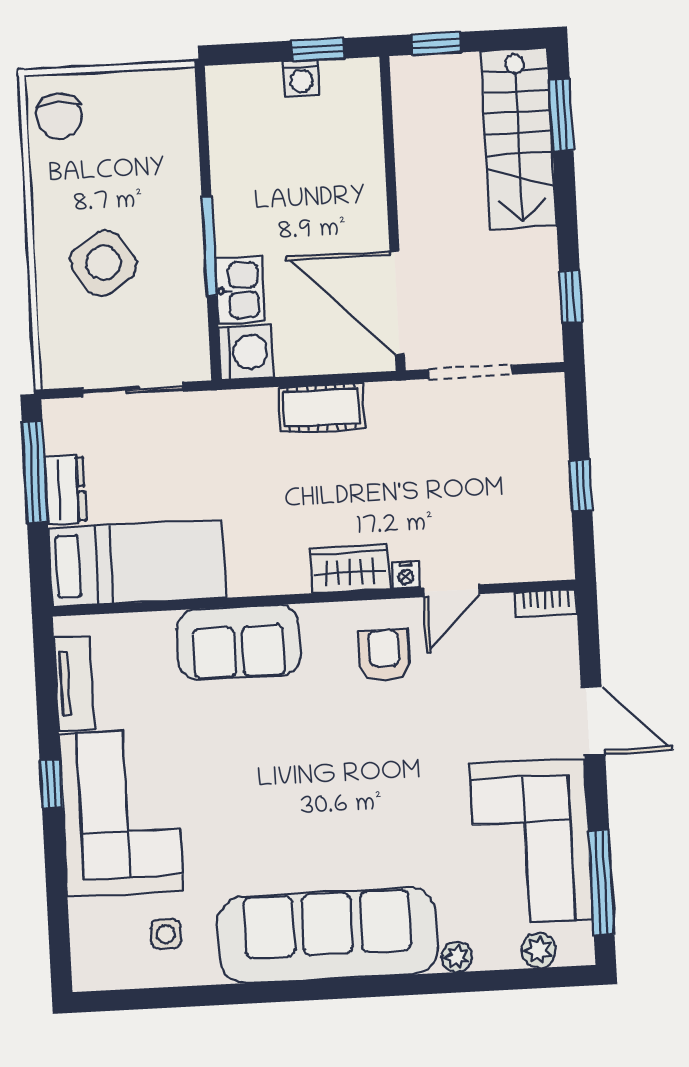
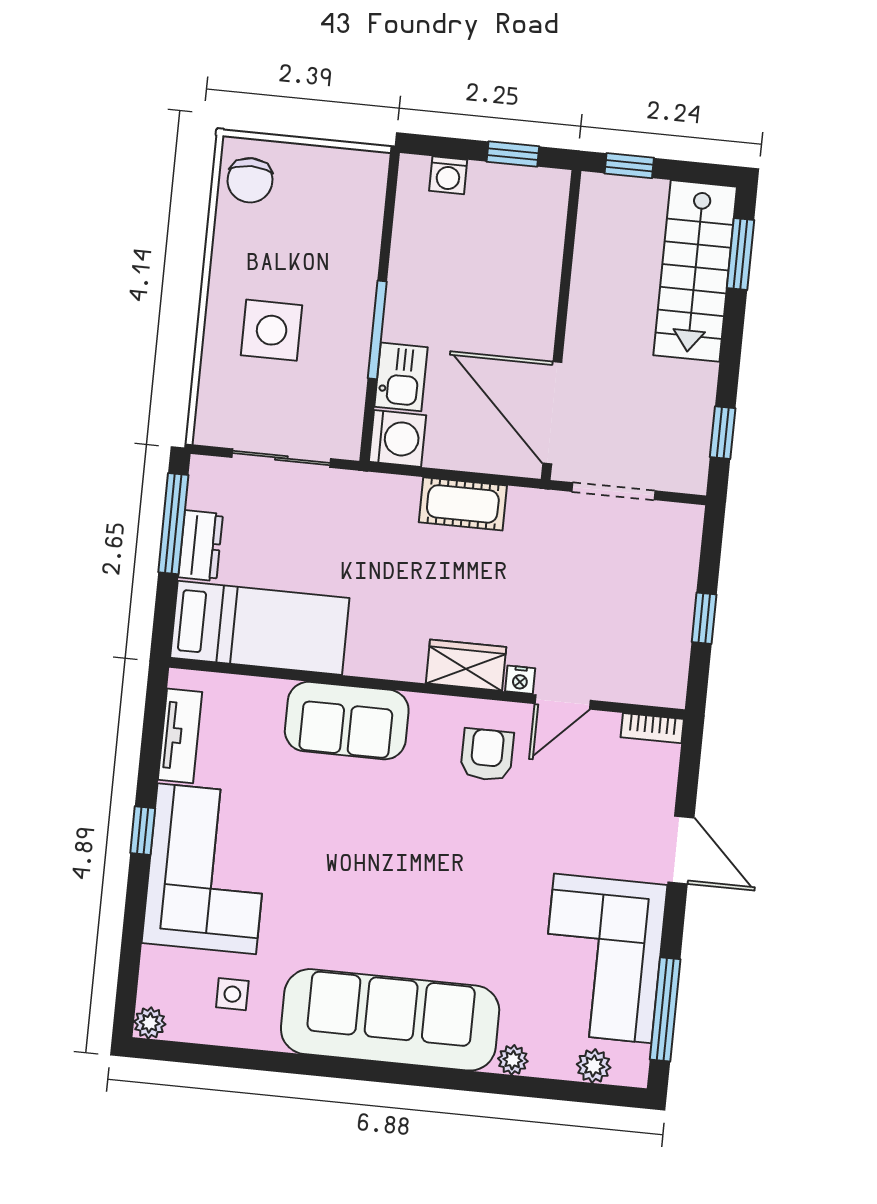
washing machine: (301, 78) -> (448, 175), moved
side table: (103, 263) -> (272, 330), turned 34
plant: (87, 975) -> (150, 1023), added

